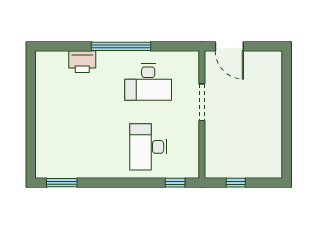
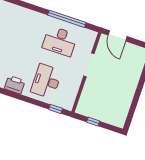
window: (121, 46) -> (67, 19), moved
printer: (82, 62) -> (15, 85), moved, turned 180

